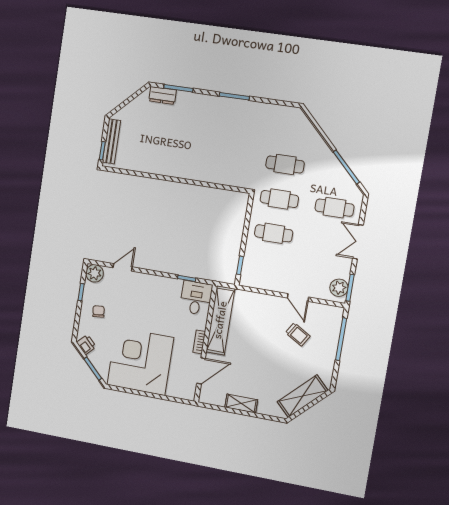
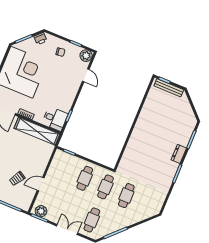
dresser: (163, 96) -> (179, 154), moved

